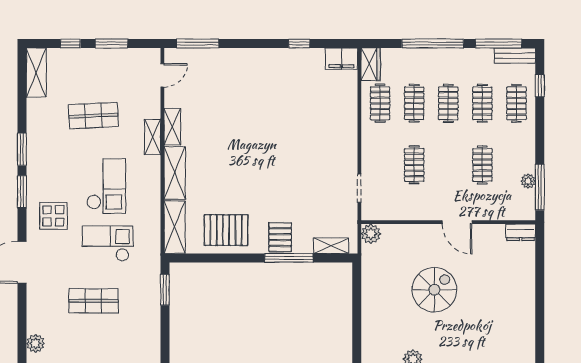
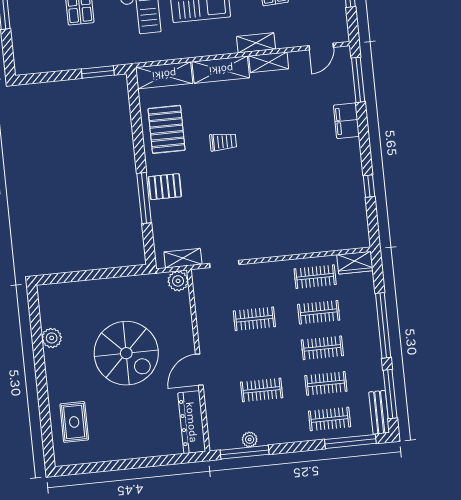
filing cabinet: (341, 59) -> (346, 121), moved
door: (162, 75) -> (321, 46), hinge flipped
window: (540, 86) -> (350, 441), width x2.17
trolley: (243, 178) -> (223, 142), added
dresser: (521, 232) -> (192, 422), width x1.96, depth x1.24
shelving: (331, 246) -> (183, 258), moved, turned 90
spiral stairs: (434, 290) -> (126, 353), width x1.37, depth x1.37
rug: (495, 346) -> (74, 422), added

